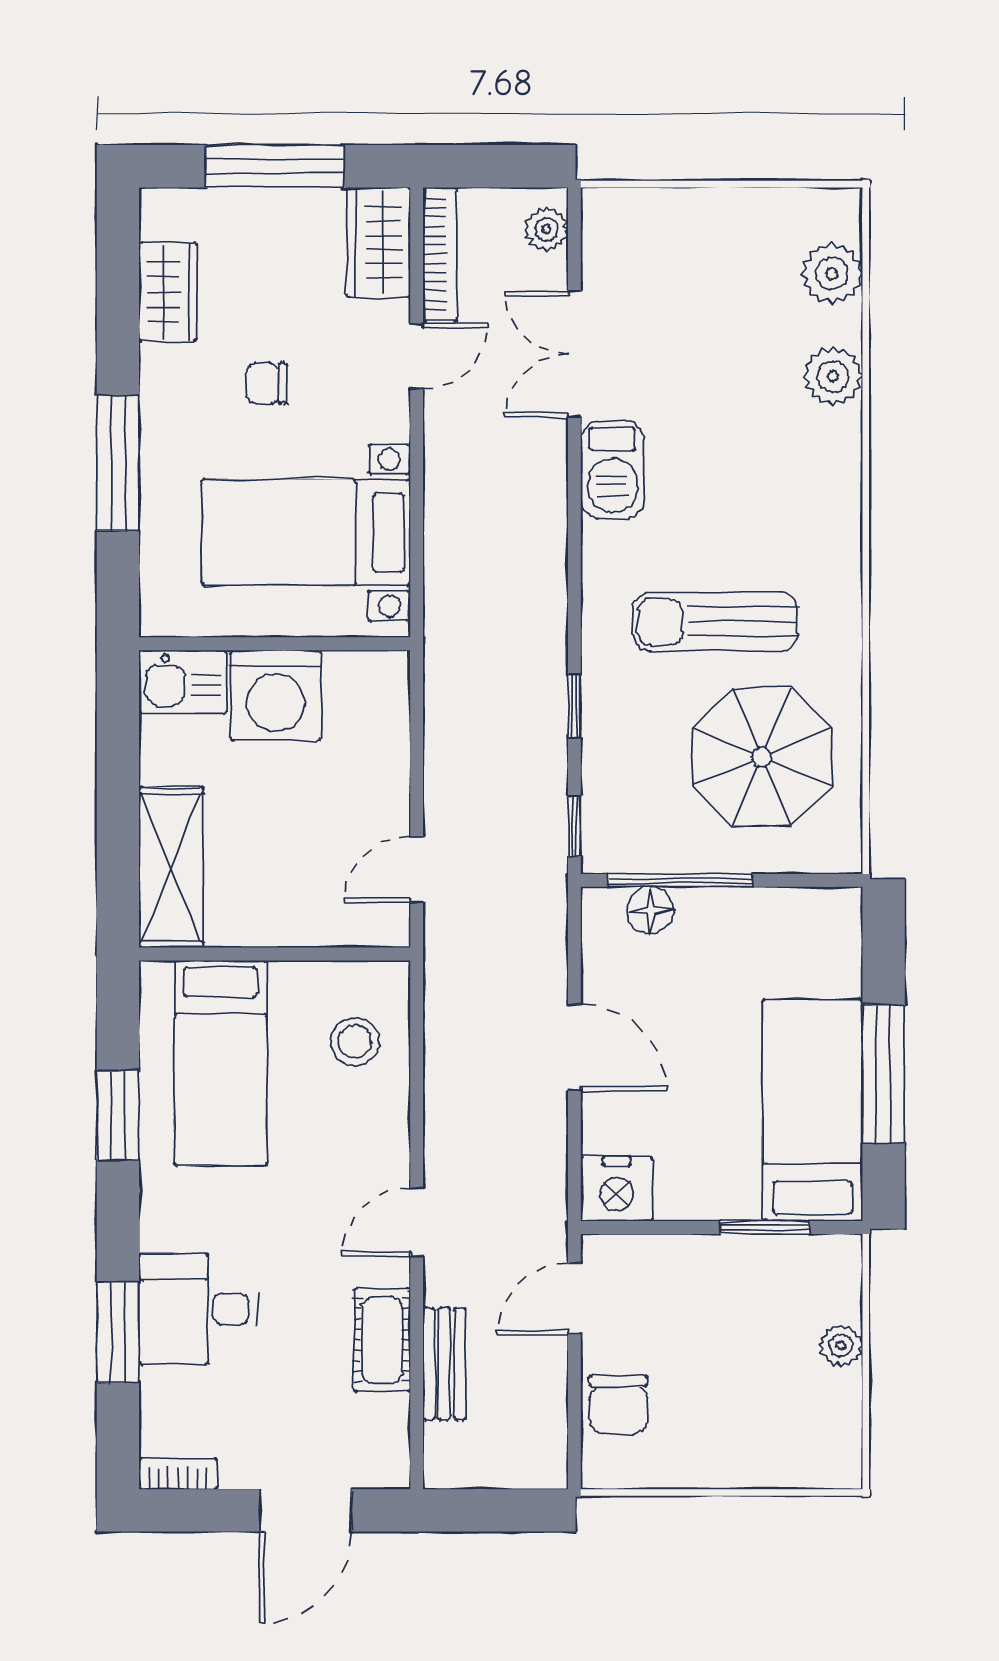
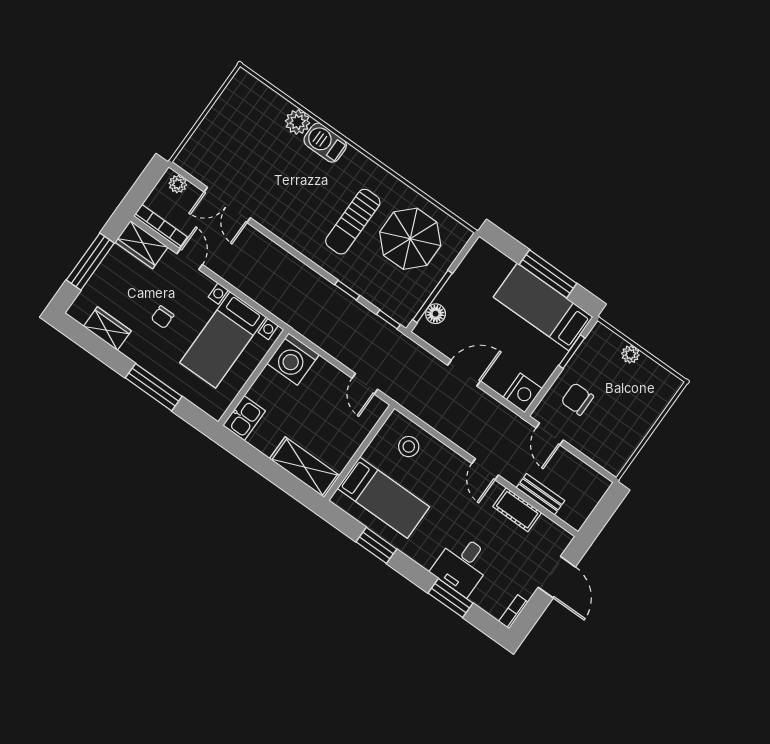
plant: (832, 274) -> (262, 97), removed
barbecue: (612, 470) -> (325, 143), moved, turned 180
washing machine: (276, 695) -> (293, 359), moved, turned 90
chair: (618, 1404) -> (577, 399), moved, turned 180

